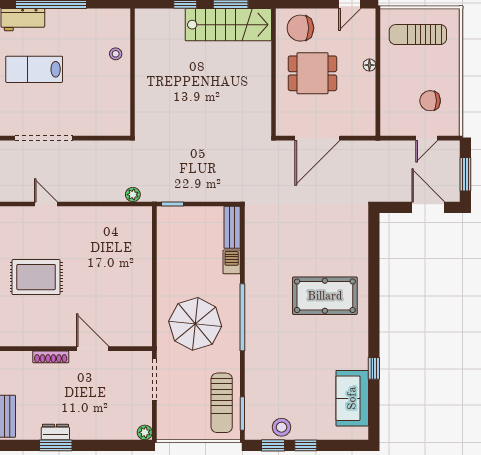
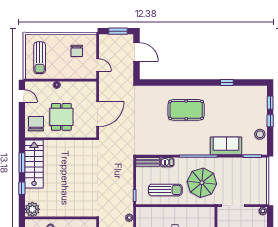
plant: (148, 22) -> (32, 209), added
chair: (300, 28) -> (36, 124), turned 180
door: (317, 138) -> (98, 114), hinge flipped
door: (427, 138) -> (98, 65), moved
door: (428, 207) -> (137, 52), swing flipped
pool table: (325, 296) -> (186, 110), turned 90
sofa: (352, 398) -> (226, 146), moved, turned 180
sun lounger: (222, 403) -> (165, 190), moved
window: (273, 445) -> (270, 103), moved

